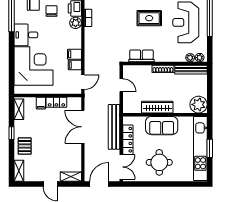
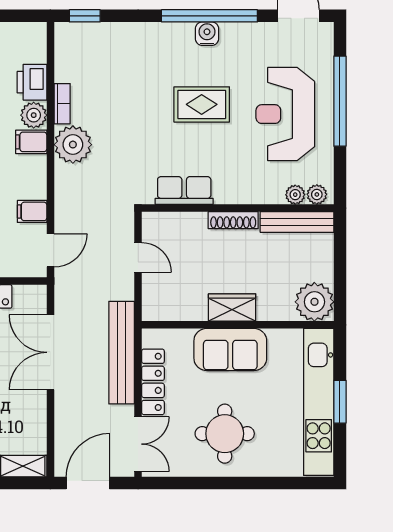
plant: (93, 36) -> (73, 145), added
filing cabinet: (74, 54) -> (31, 142), moved
wardrobe: (157, 107) -> (232, 307), width x0.67

